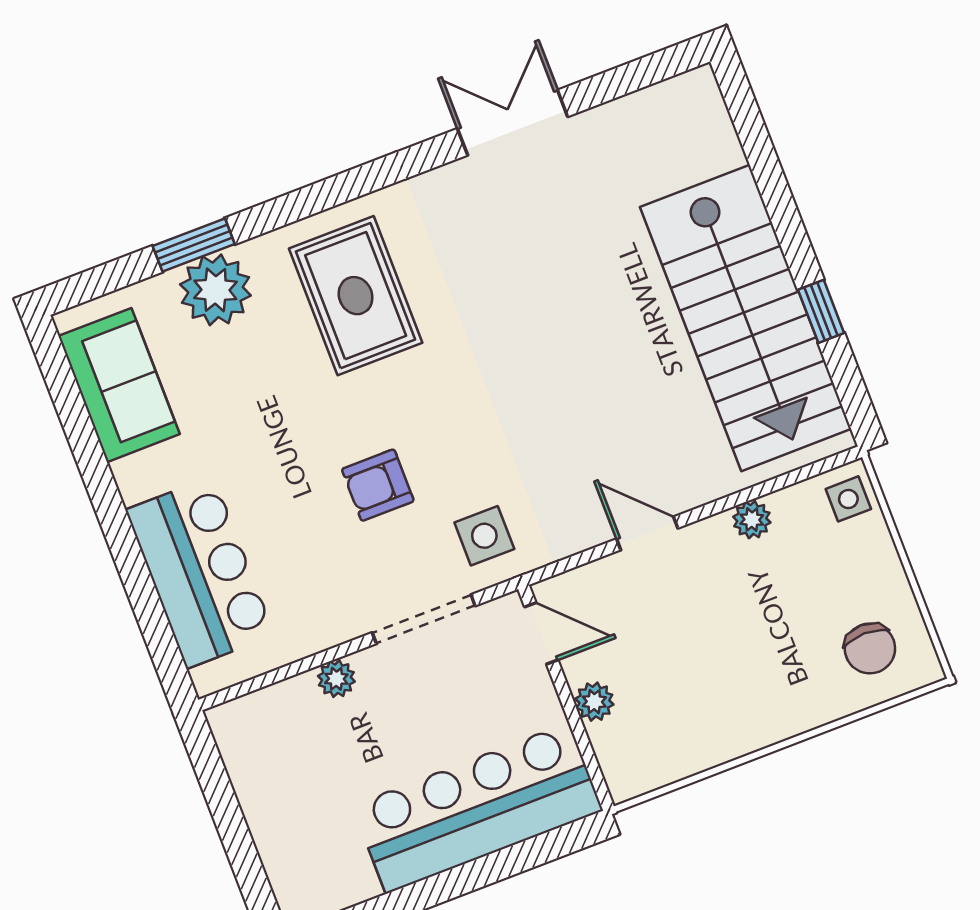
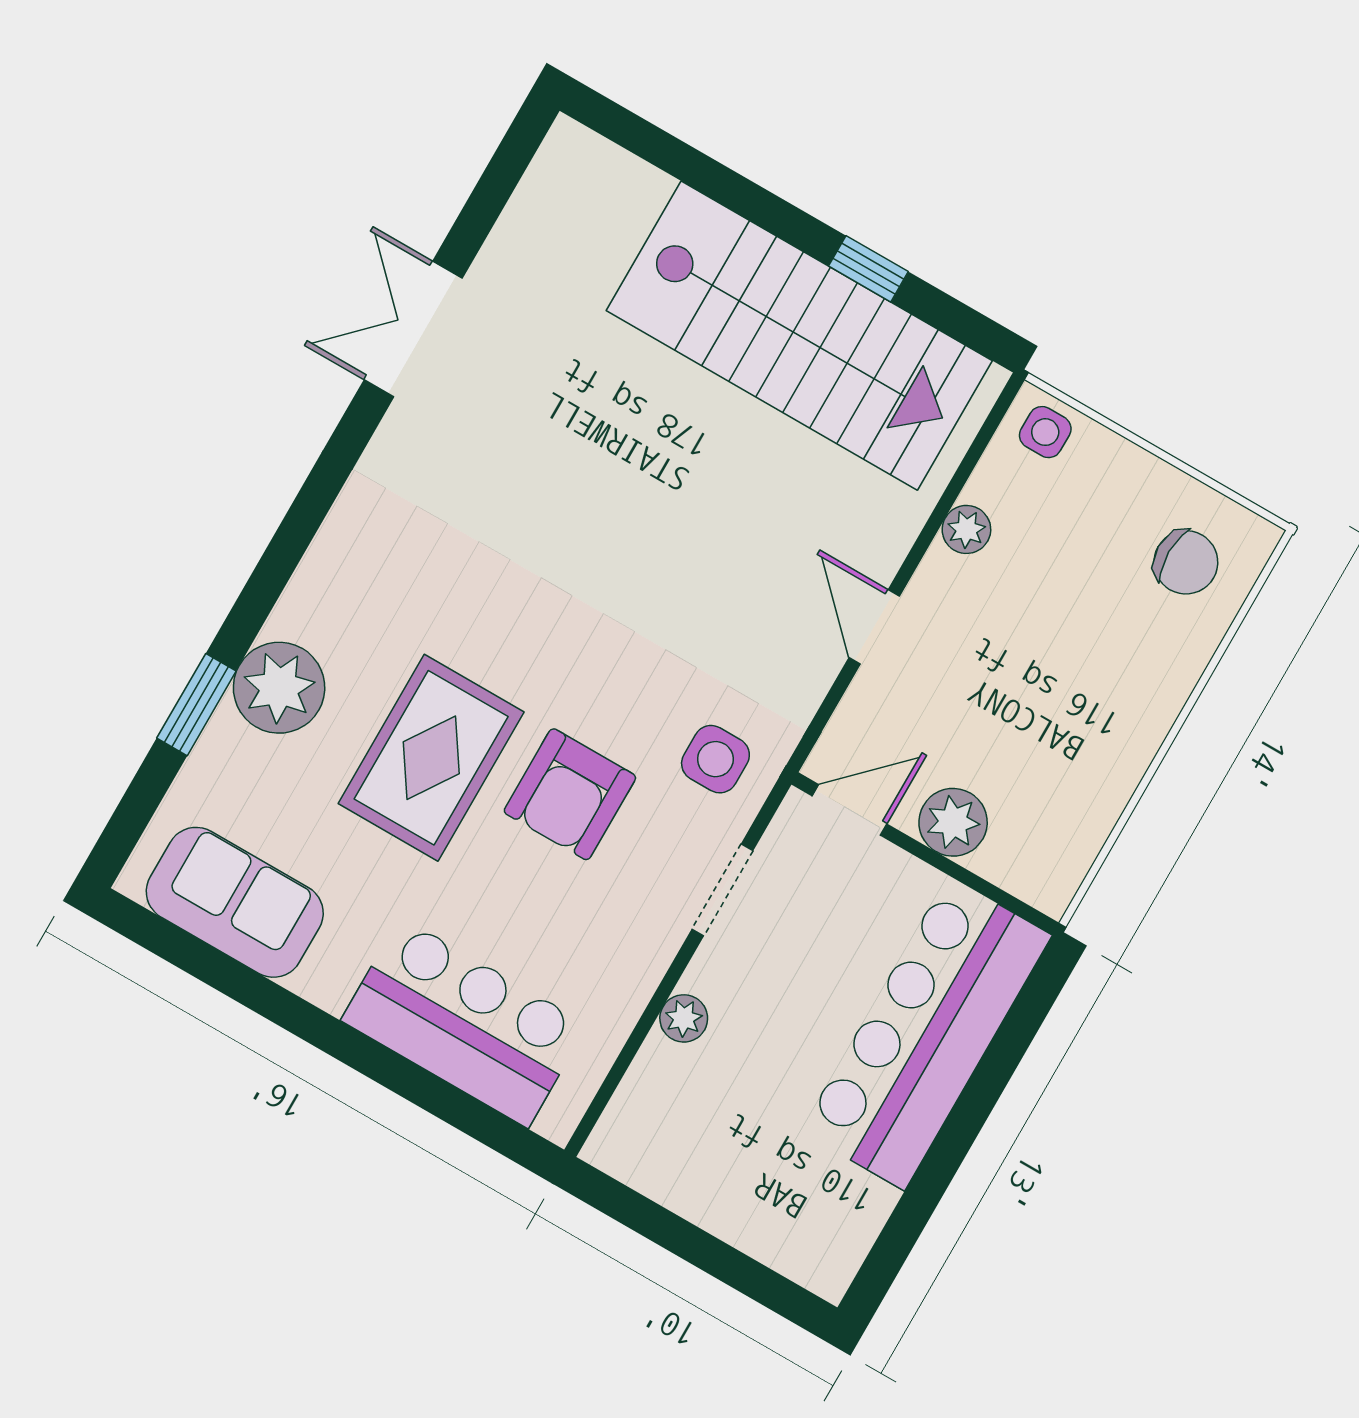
plant: (215, 290) -> (279, 688), moved
rug: (356, 296) -> (431, 758), moved, turned 90
armchair: (378, 485) -> (570, 794), width x1.38, depth x1.38
door: (647, 533) -> (874, 627), hinge flipped
doorway: (424, 619) -> (722, 890), width x0.73
plant: (594, 702) -> (953, 822), width x1.38, depth x1.38

